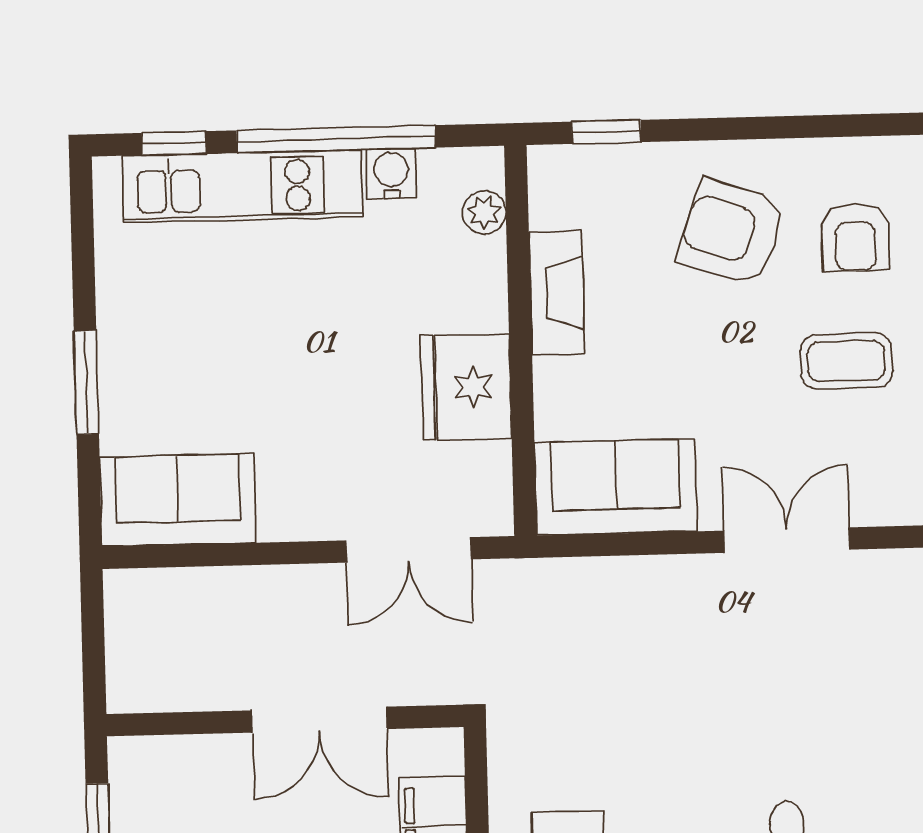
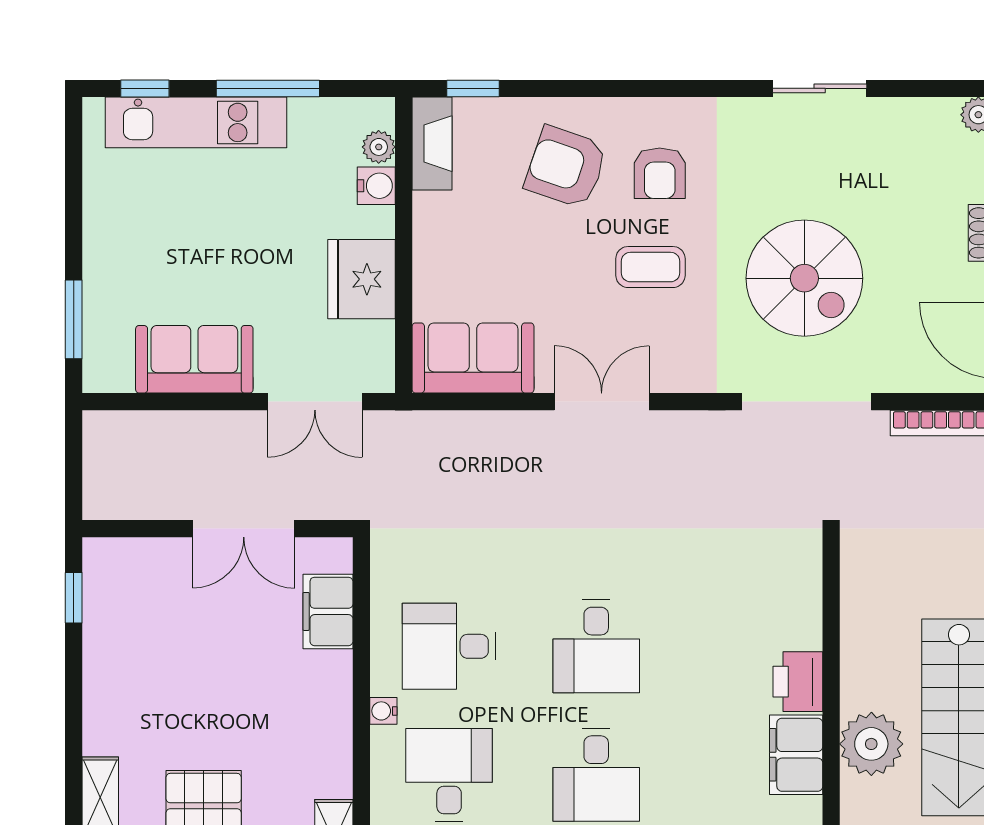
window: (336, 139) -> (268, 88), width x0.68
water cooler: (391, 174) -> (376, 186), moved, turned 90
fireplace: (557, 293) -> (432, 144), moved
window: (86, 382) -> (74, 319), moved
sofa: (178, 500) -> (194, 359), moved

